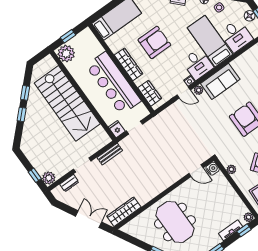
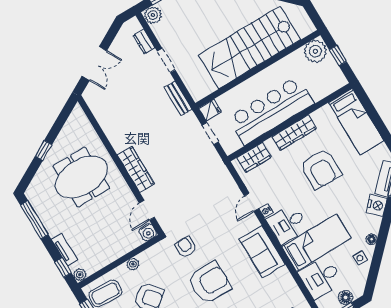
plant: (199, 90) -> (253, 222), removed
armchair: (221, 139) -> (186, 247), added
plant: (231, 169) -> (133, 264), moved
wardrobe: (124, 212) -> (136, 169), moved

